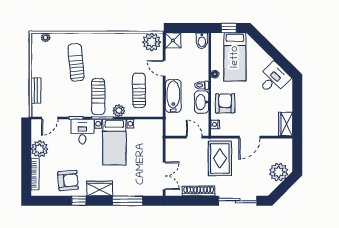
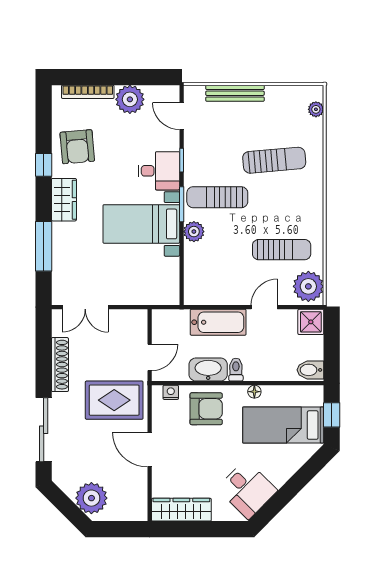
sun lounger: (139, 90) -> (282, 250), moved
bench: (36, 91) -> (235, 93), width x1.36
wardrobe: (286, 124) -> (181, 510), width x1.50

